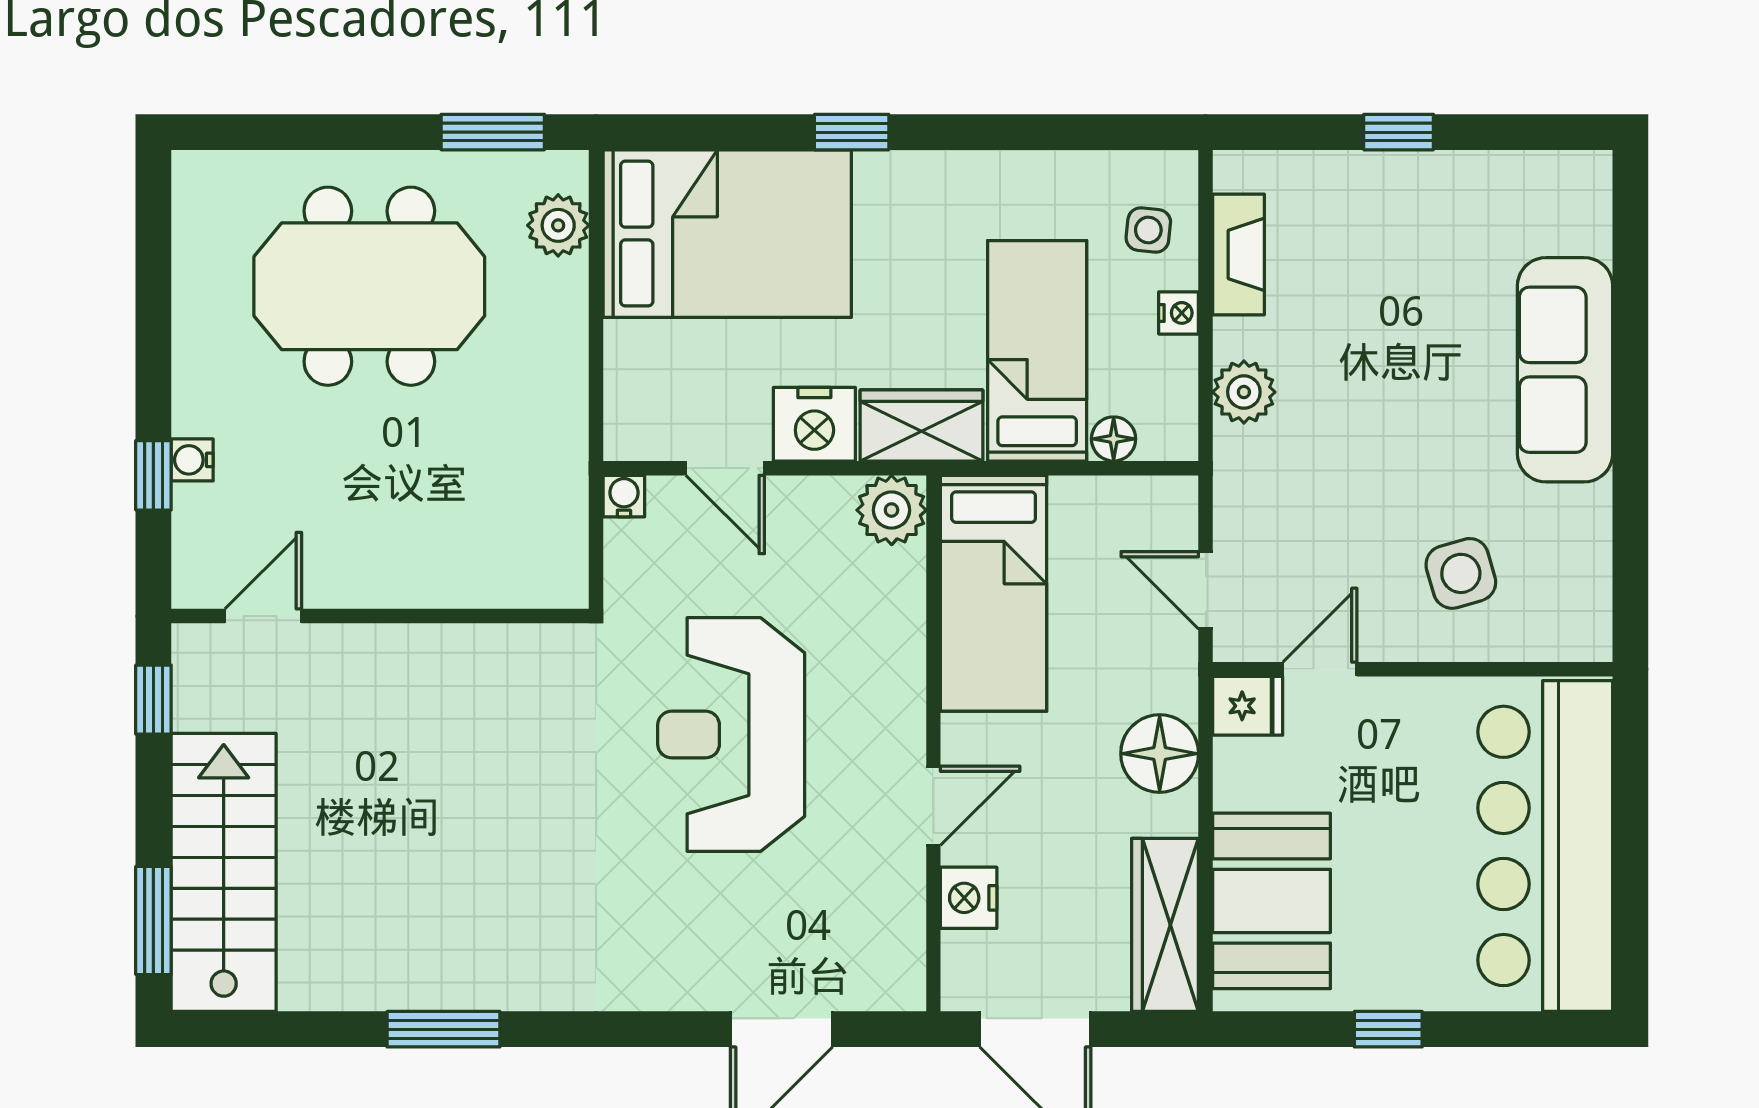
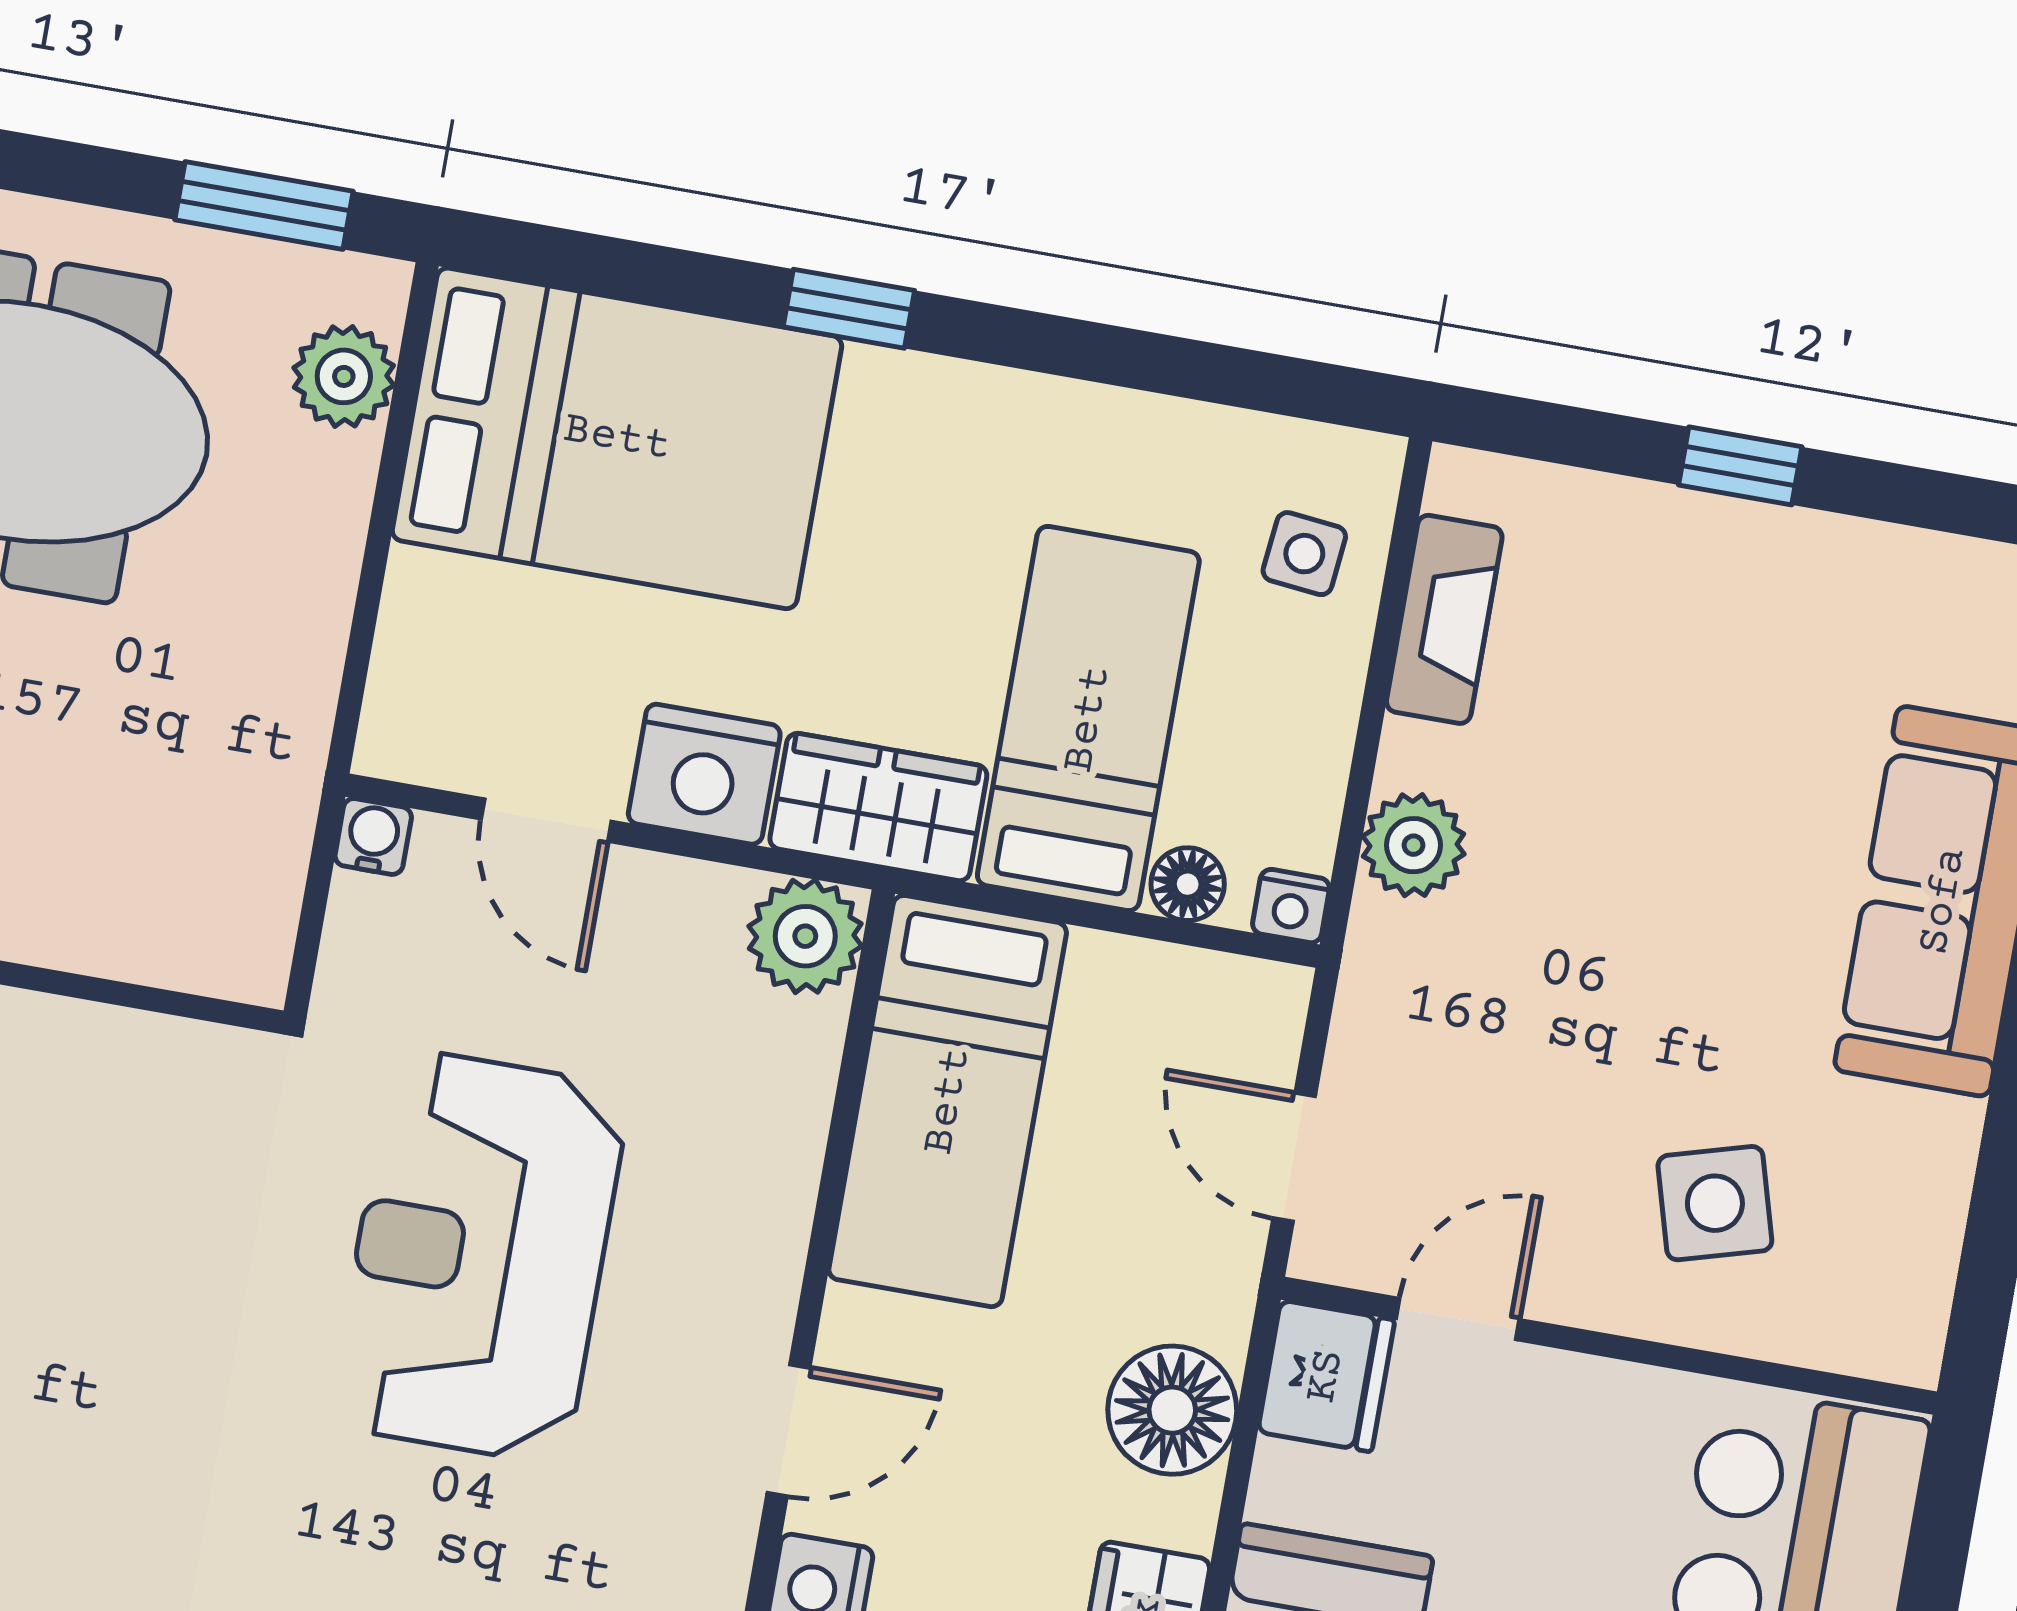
nightstand: (1179, 313) -> (1291, 906), moved, turned 90
fridge: (1248, 706) -> (1326, 1376), width x1.38

